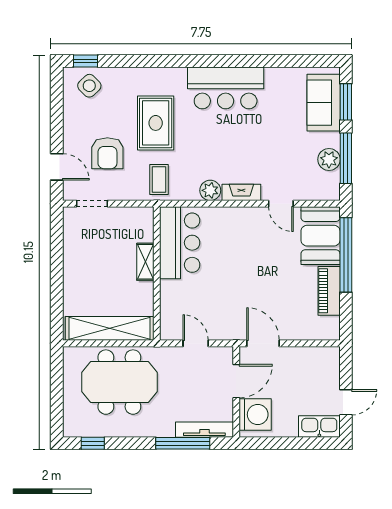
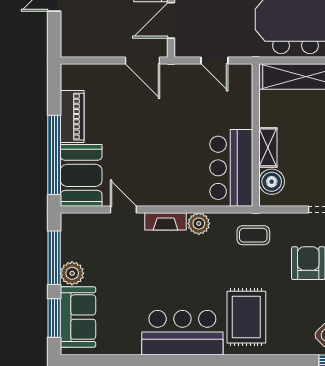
rug: (156, 123) -> (246, 317), moved
plant: (329, 159) -> (72, 273), moved
coffee table: (159, 179) -> (253, 235), turned 90
boiler: (142, 230) -> (272, 182), added

